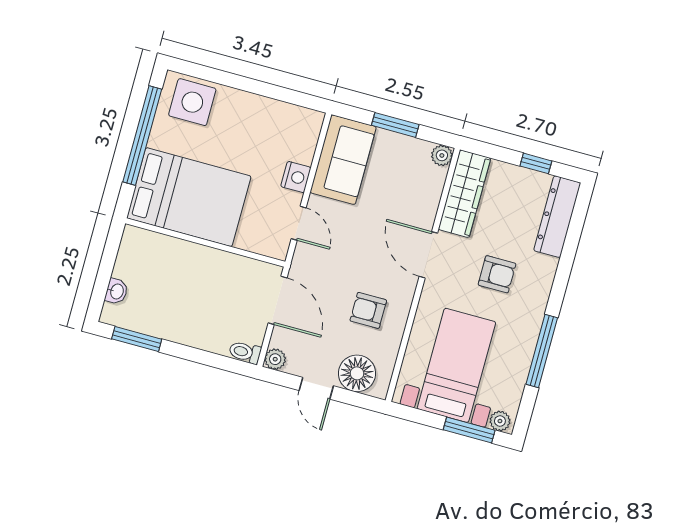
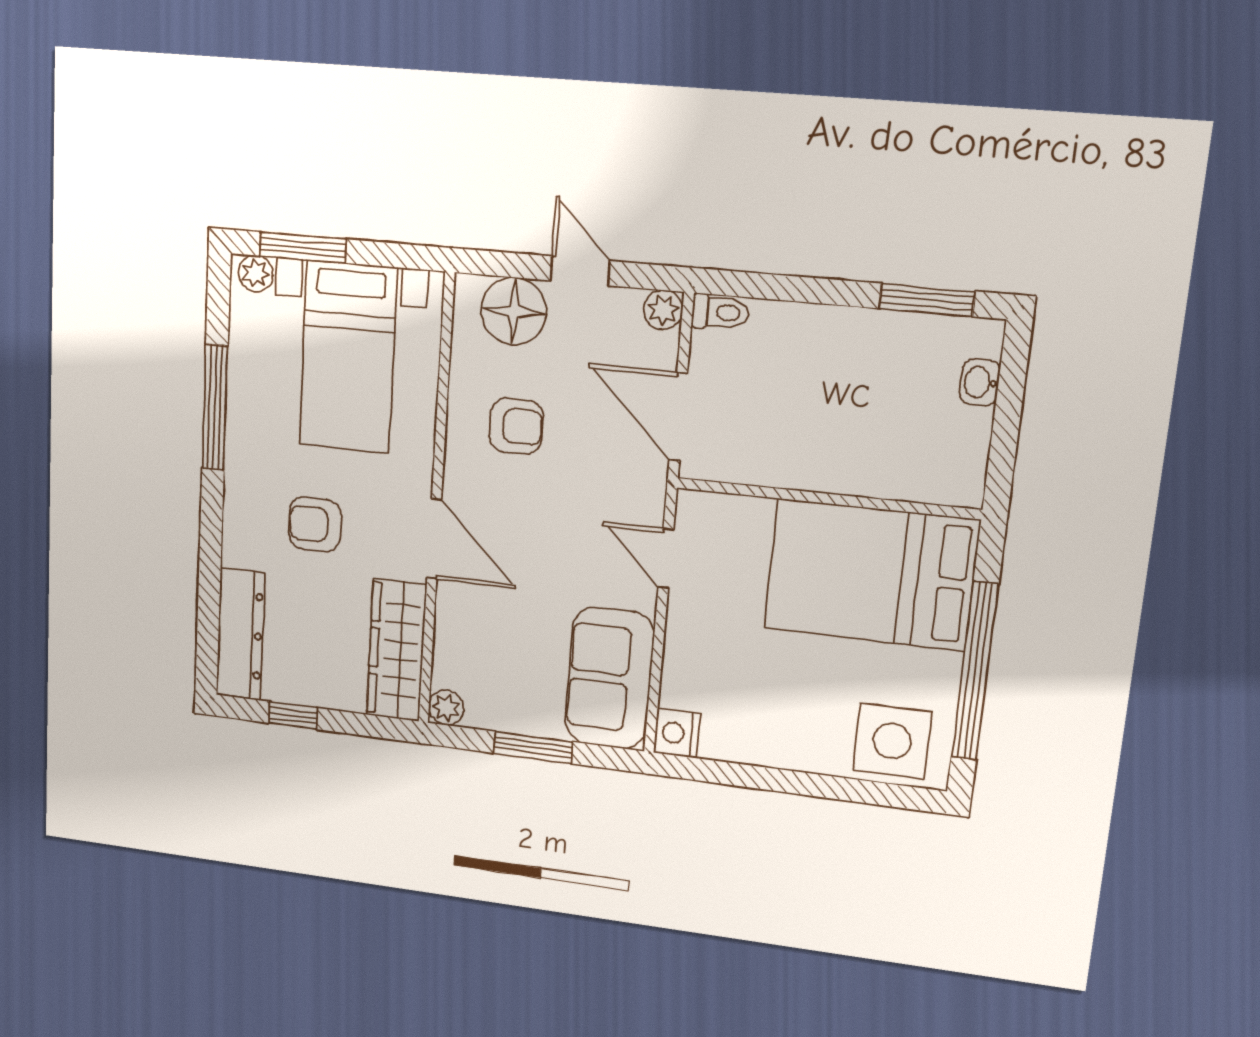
nightstand: (296, 177) -> (677, 733), moved

